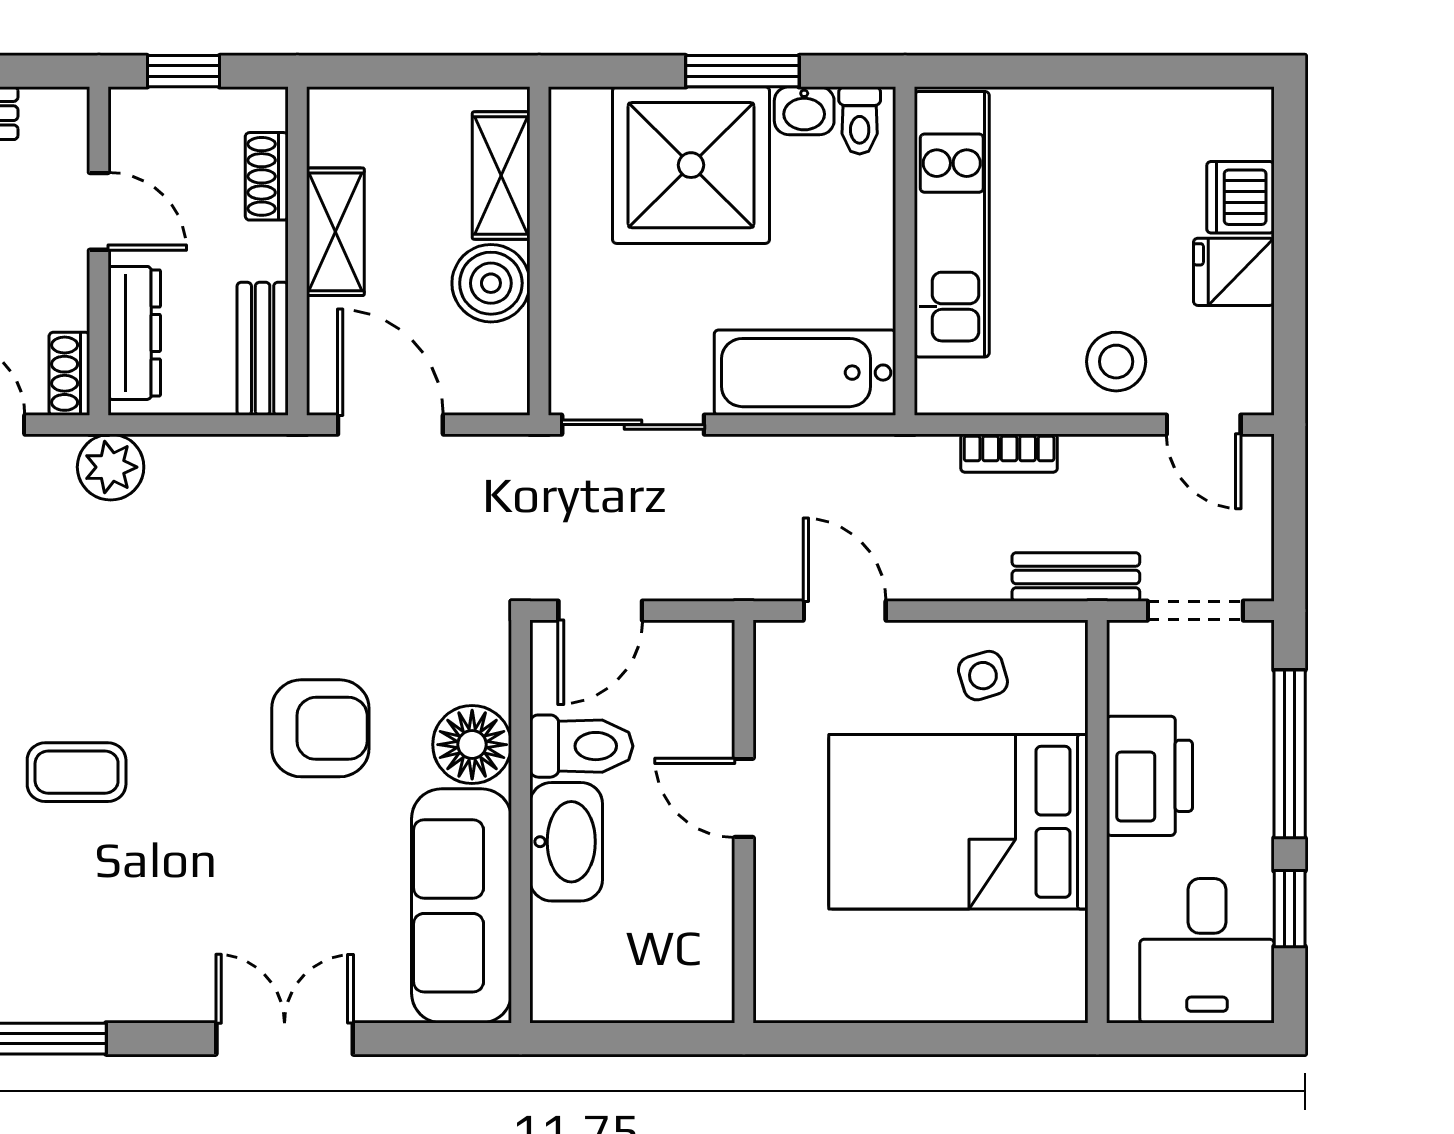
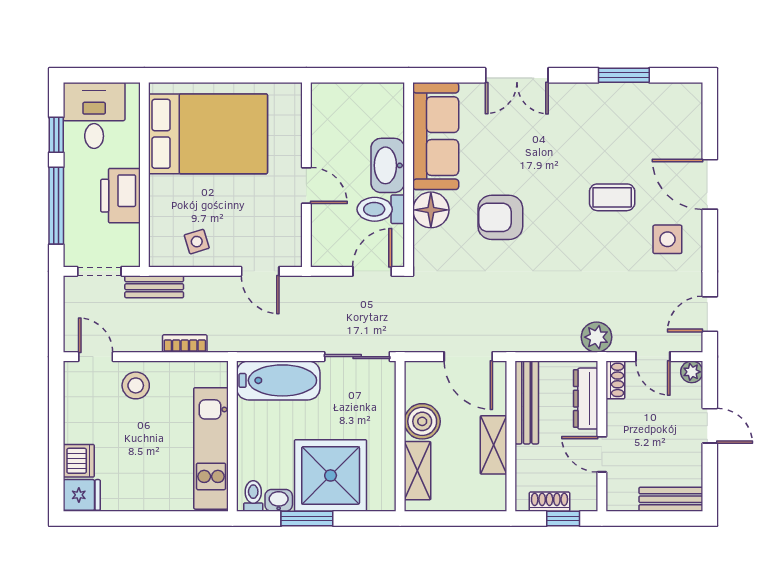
shoe rack: (267, 176) -> (549, 502), moved, turned -90
fridge: (1234, 272) -> (82, 495), moved
bench: (263, 349) -> (527, 402), width x1.36
bed: (958, 822) -> (208, 134), moved

